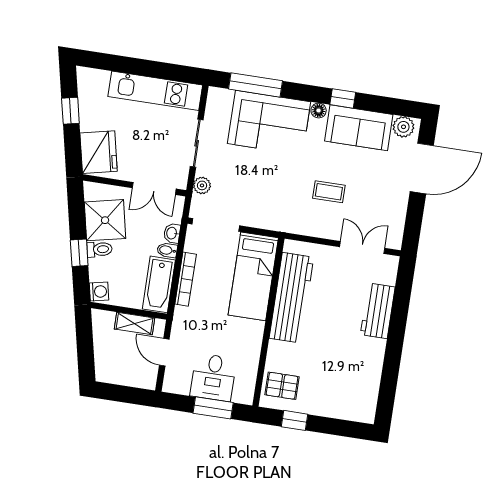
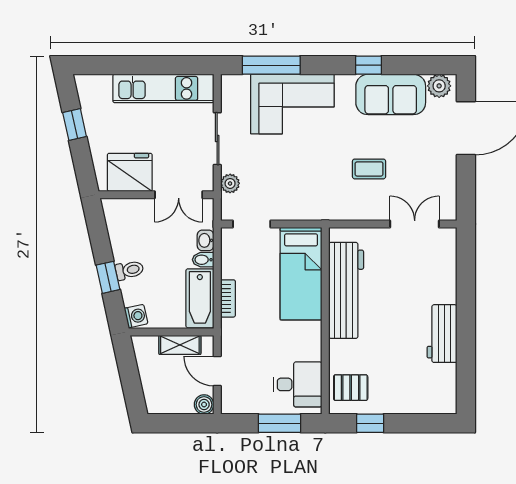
floor lamp: (319, 111) -> (344, 82), removed
fridge: (99, 152) -> (130, 172), moved, turned -78
shower: (105, 220) -> (131, 238), removed
doorway: (216, 225) -> (252, 224), width x0.73
bookcase: (186, 279) -> (228, 298), width x0.64
workbench: (378, 311) -> (442, 334), moved
desk: (213, 377) -> (298, 384), moved, turned -90
boiler: (148, 381) -> (204, 405), added

